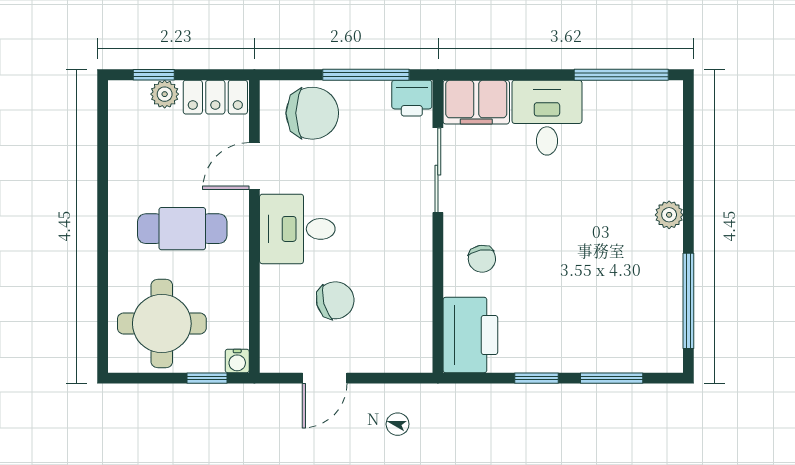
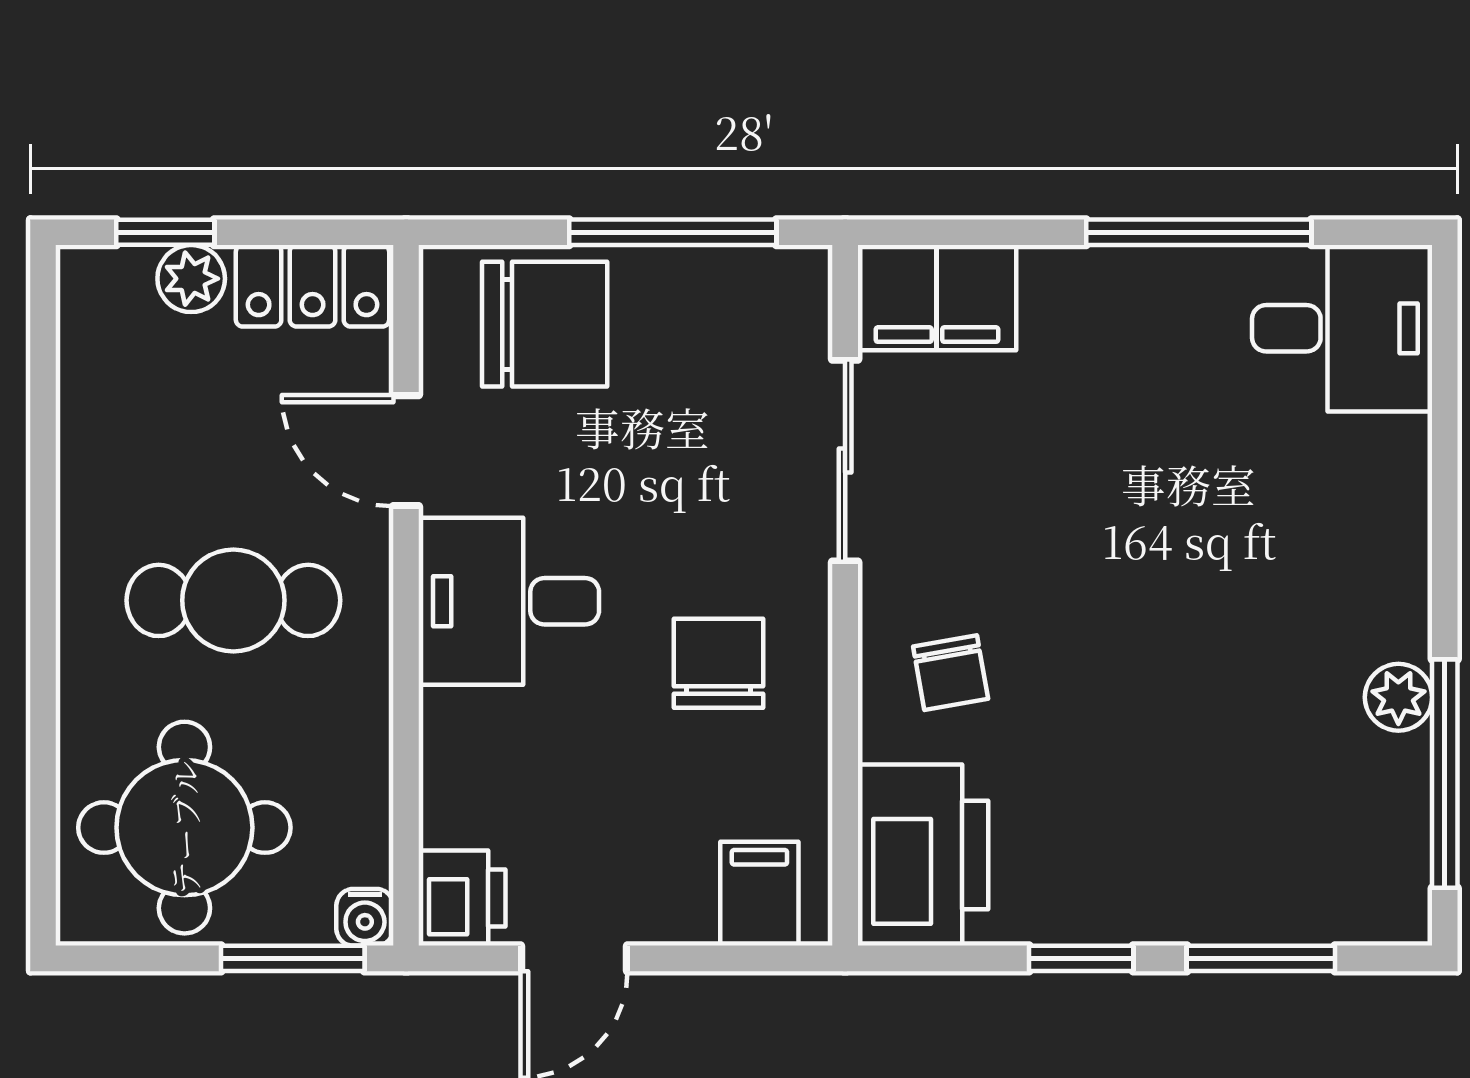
window: (621, 75) -> (1199, 232), moved
printer: (412, 98) -> (462, 898), moved, turned -90
desk: (547, 118) -> (1342, 328), moved, turned 90
door: (254, 166) -> (406, 451), hinge flipped
plant: (669, 215) -> (1398, 697), moved
chair: (335, 300) -> (719, 663), moved, turned -75
filing cabinet: (402, 351) -> (759, 894), added
window: (207, 378) -> (293, 958), width x1.50

